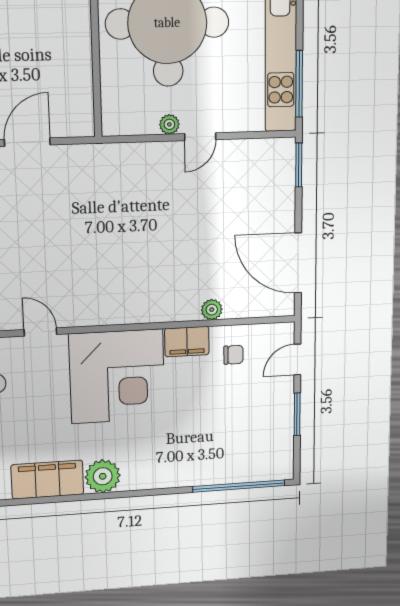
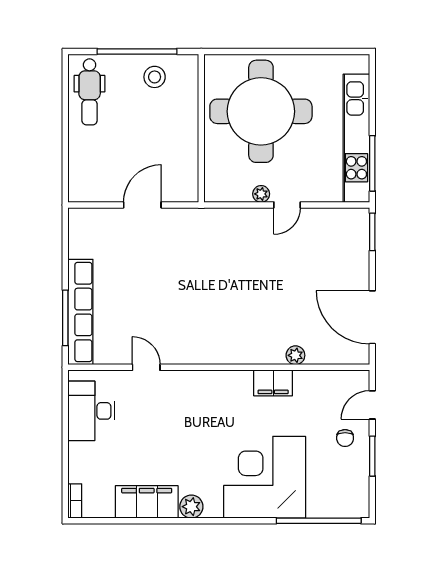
chair: (233, 355) -> (345, 438), moved, turned 90
corner desk: (117, 376) -> (265, 477), moved, turned 180
plant: (103, 476) -> (191, 507), width x0.73, depth x0.73

